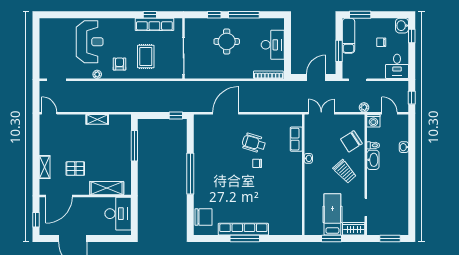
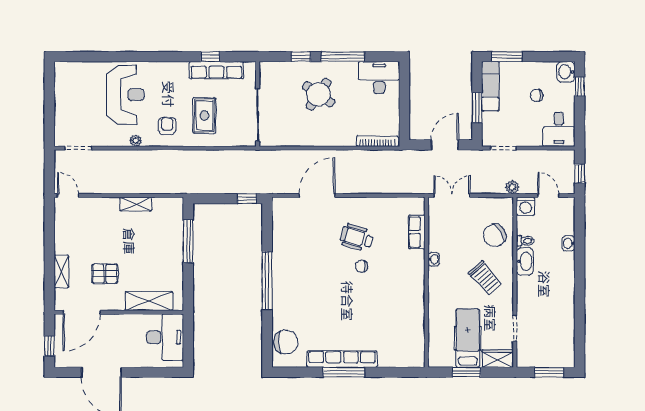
round table: (227, 41) -> (318, 94), turned 34
desk: (273, 45) -> (379, 78), moved, turned -90

